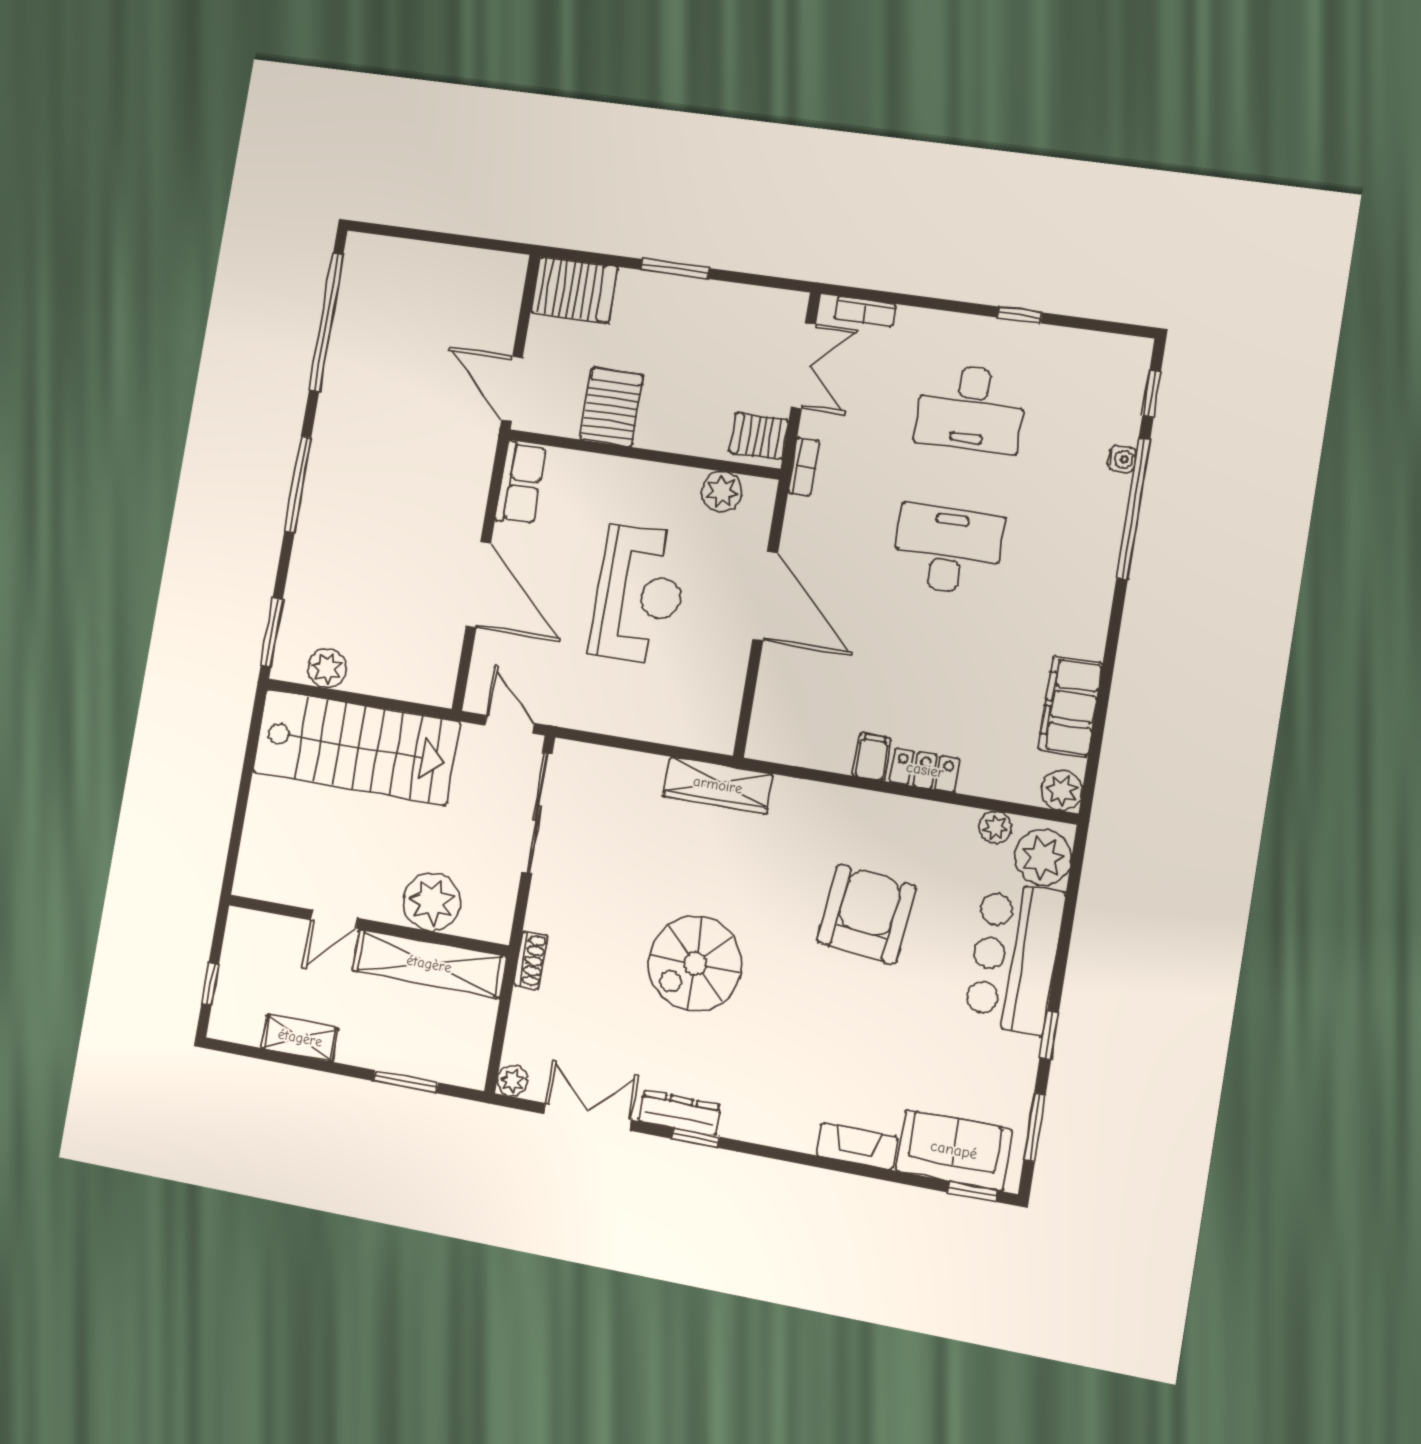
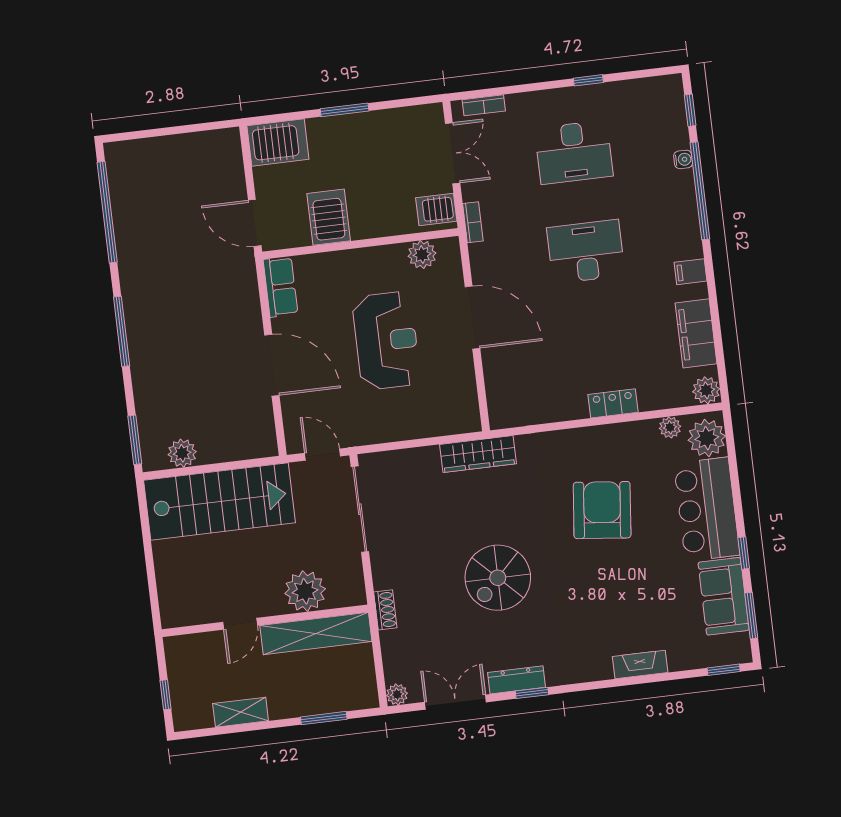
filing cabinet: (872, 757) -> (691, 272), moved, turned -90
sofa: (954, 1150) -> (724, 596), moved, turned -90

